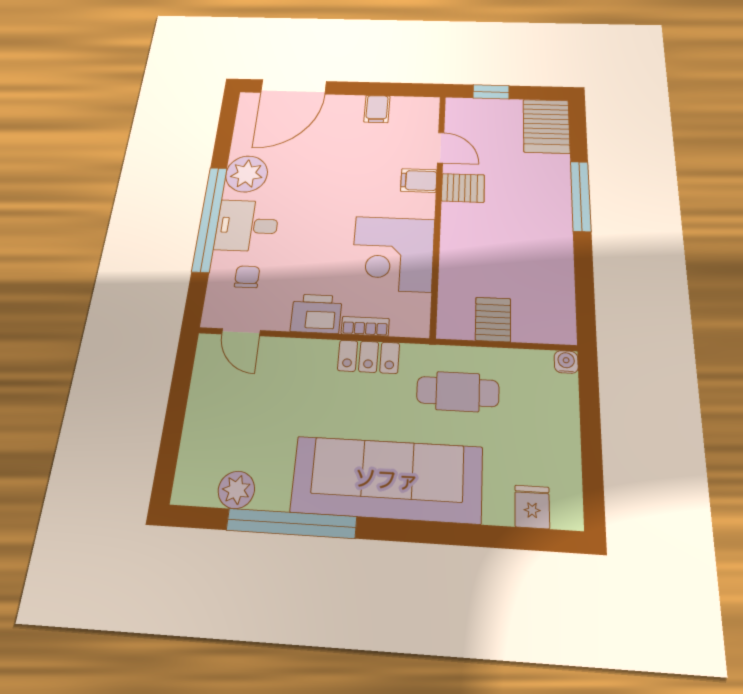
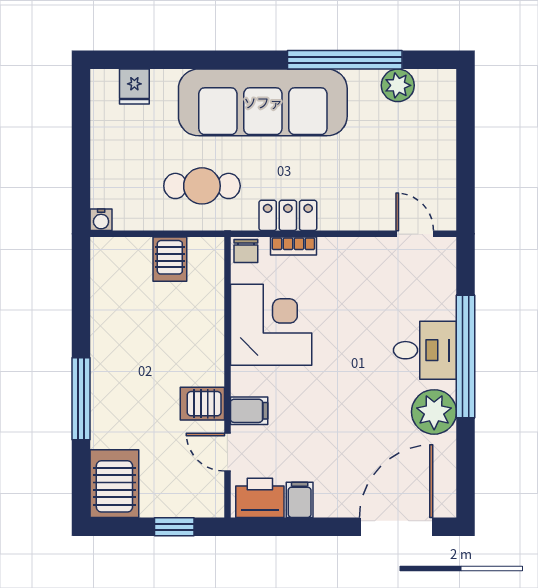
chair: (247, 277) -> (246, 251), moved
printer: (316, 314) -> (260, 498), moved, turned 180

